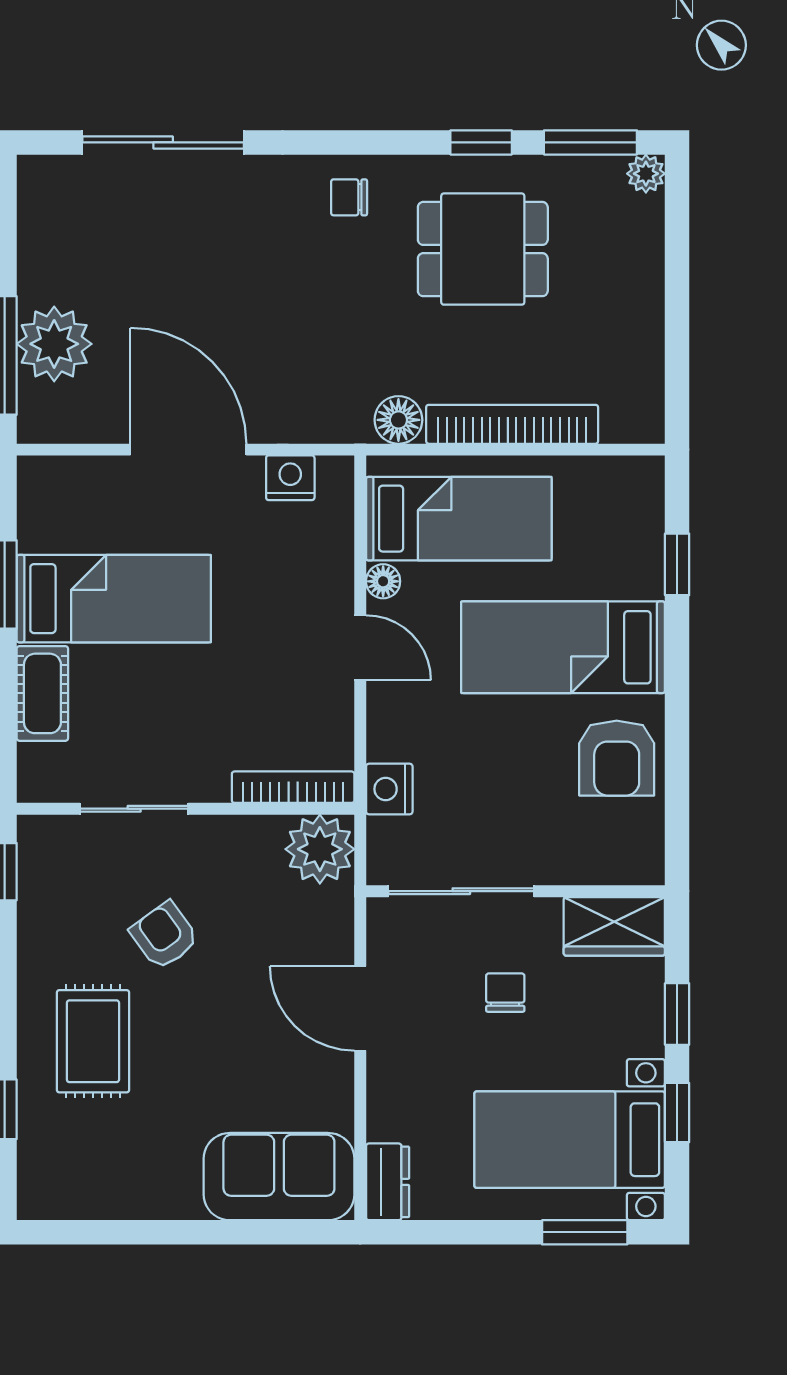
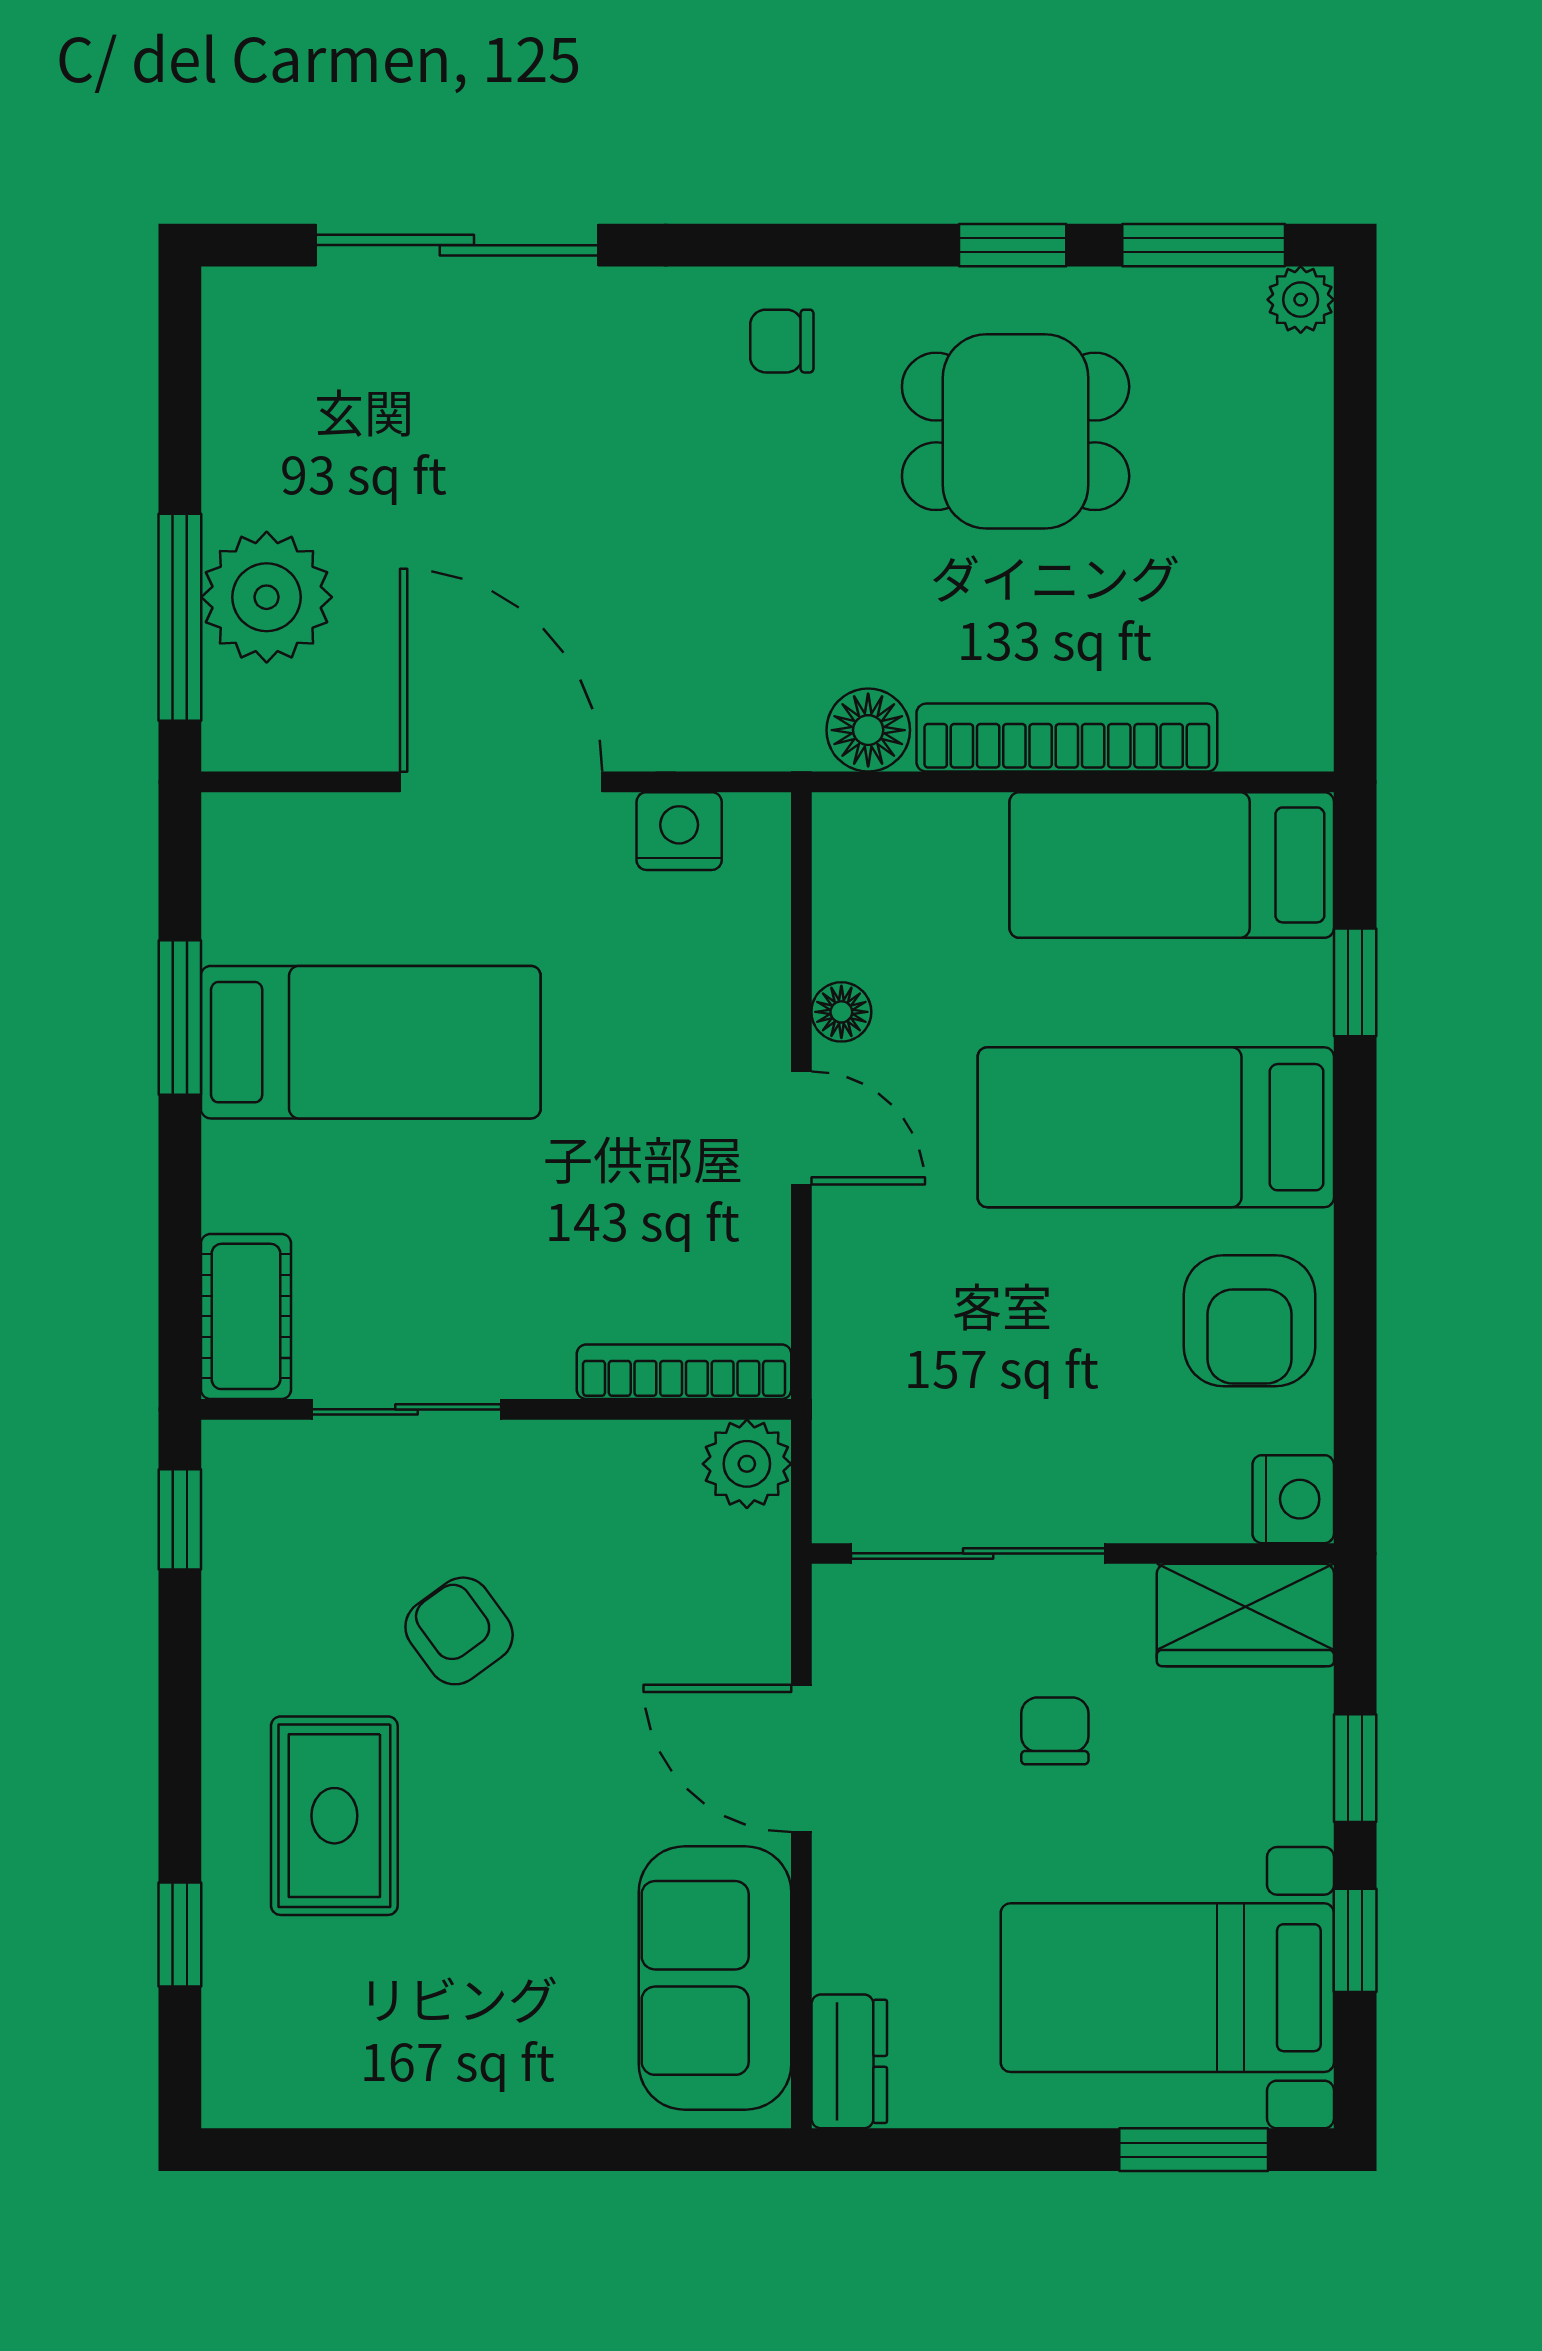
bed: (459, 519) -> (1172, 865), moved, turned 180
cot: (42, 693) -> (246, 1316), moved
nightstand: (389, 789) -> (1293, 1499), moved, turned 180
plant: (320, 849) -> (747, 1464), width x0.73, depth x0.73
sofa: (279, 1177) -> (715, 1978), moved, turned -90

